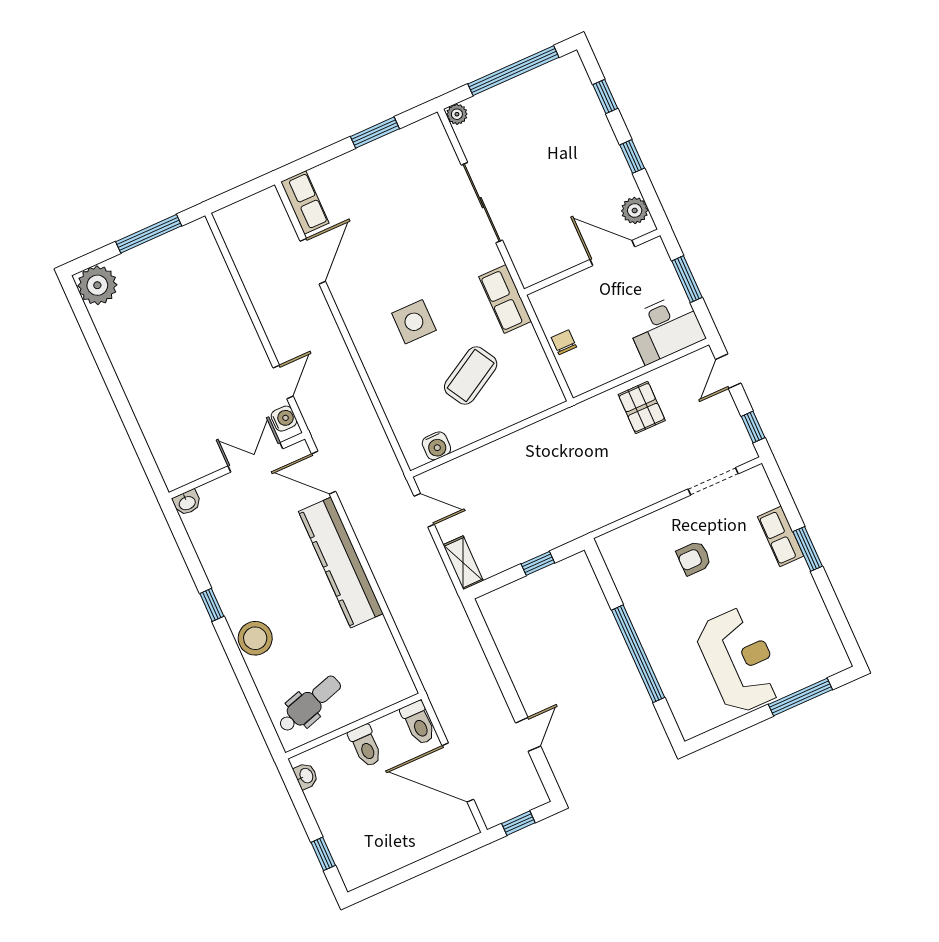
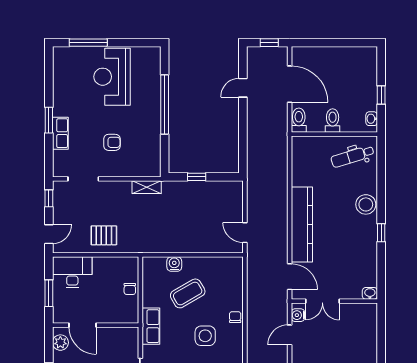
chair: (380, 372) -> (235, 317), added
pallet: (642, 408) -> (104, 235), turned 90
water cooler: (436, 446) -> (174, 264), moved
shelving: (463, 563) -> (147, 187), moved, turned 90
window: (323, 854) -> (381, 95), moved

